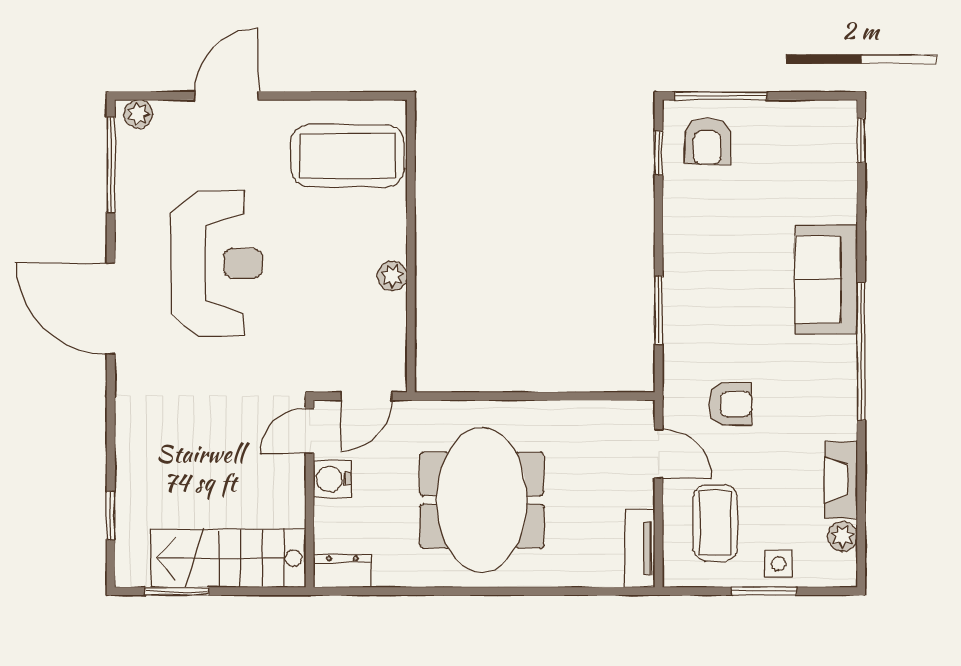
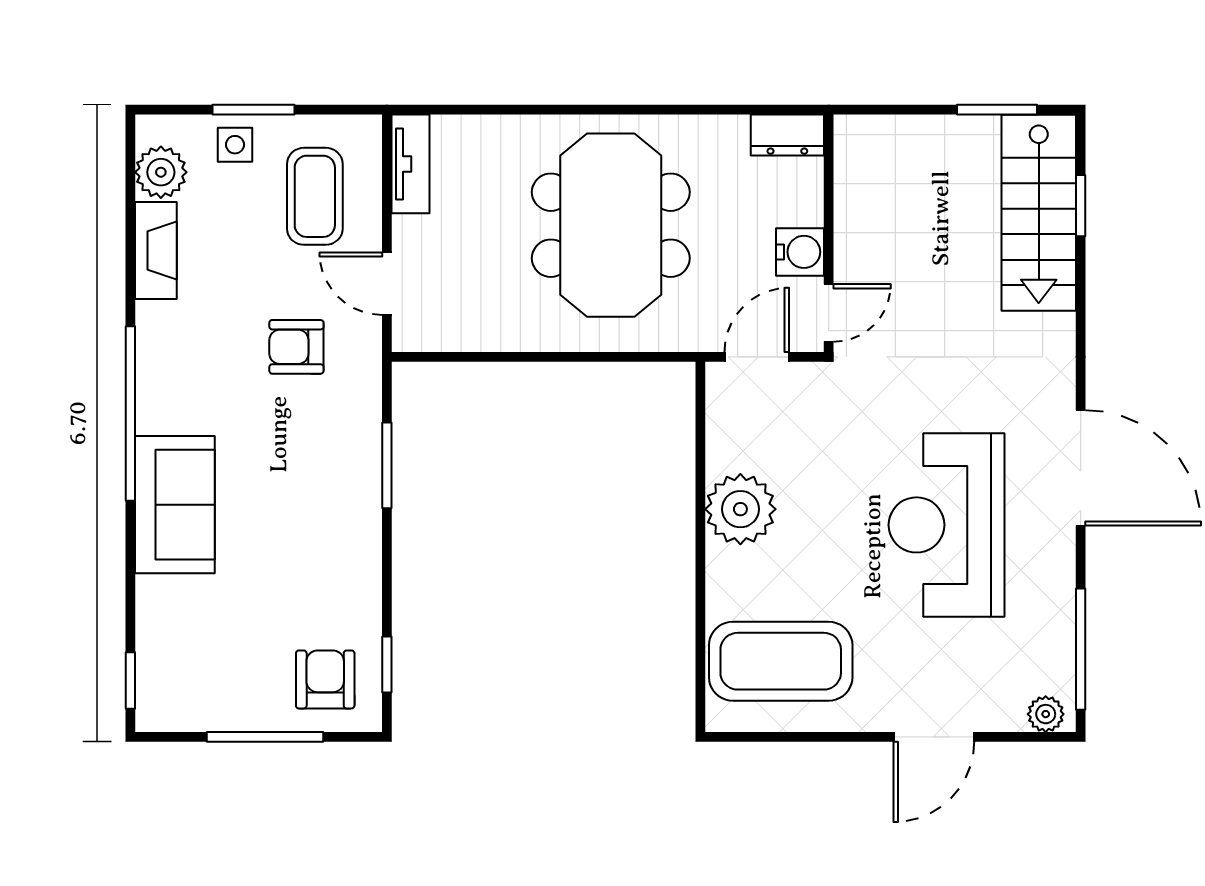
window: (721, 96) -> (265, 737), moved
plant: (392, 276) -> (740, 509), width x1.87, depth x1.87
plant: (843, 536) -> (161, 172), width x1.38, depth x1.38
stairs: (228, 558) -> (1039, 213), moved, turned 90

